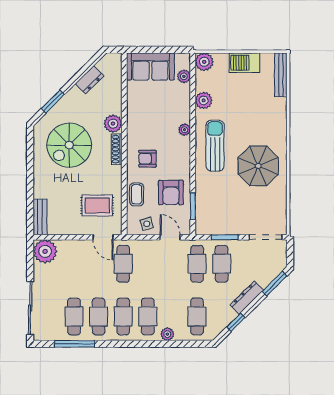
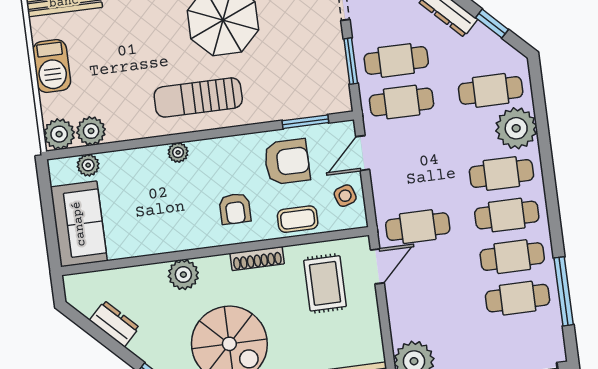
plant: (204, 100) -> (91, 131), moved
shoe rack: (117, 149) -> (257, 259), moved
plant: (167, 334) -> (516, 128), width x1.87, depth x1.87

